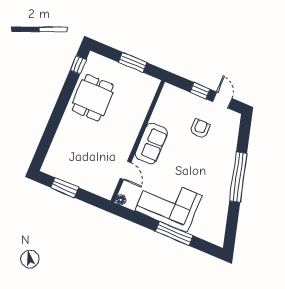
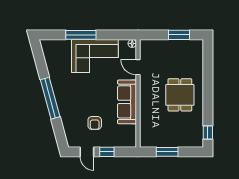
dining table: (93, 98) -> (180, 95), moved
sofa: (151, 143) -> (127, 102), width x1.36

